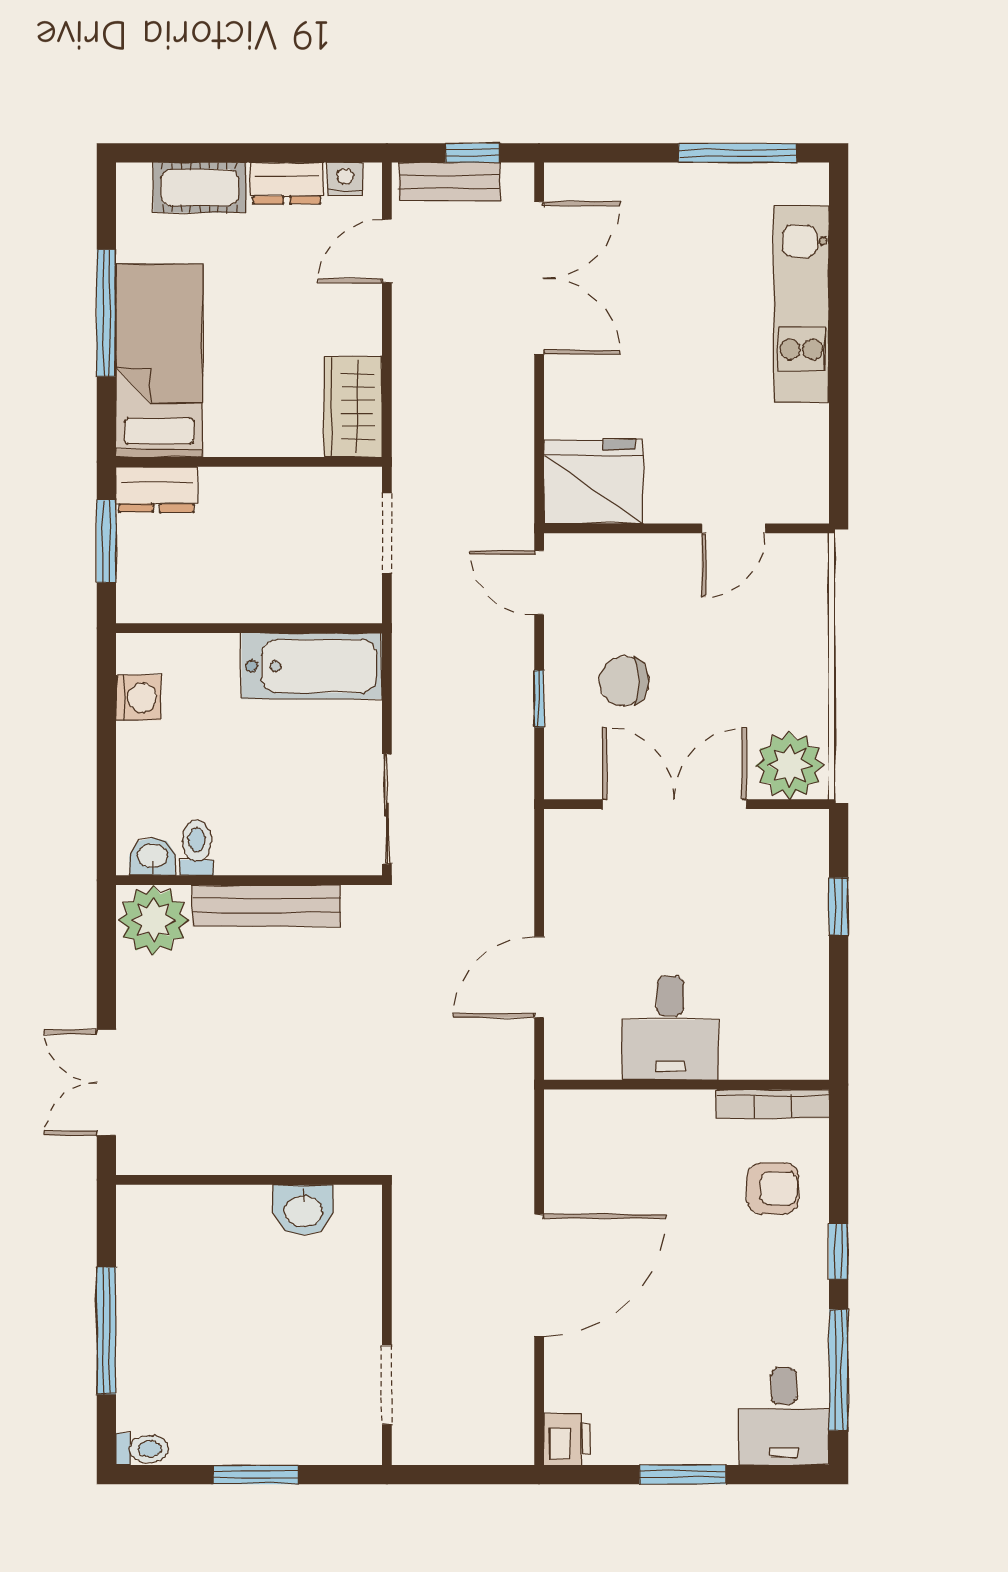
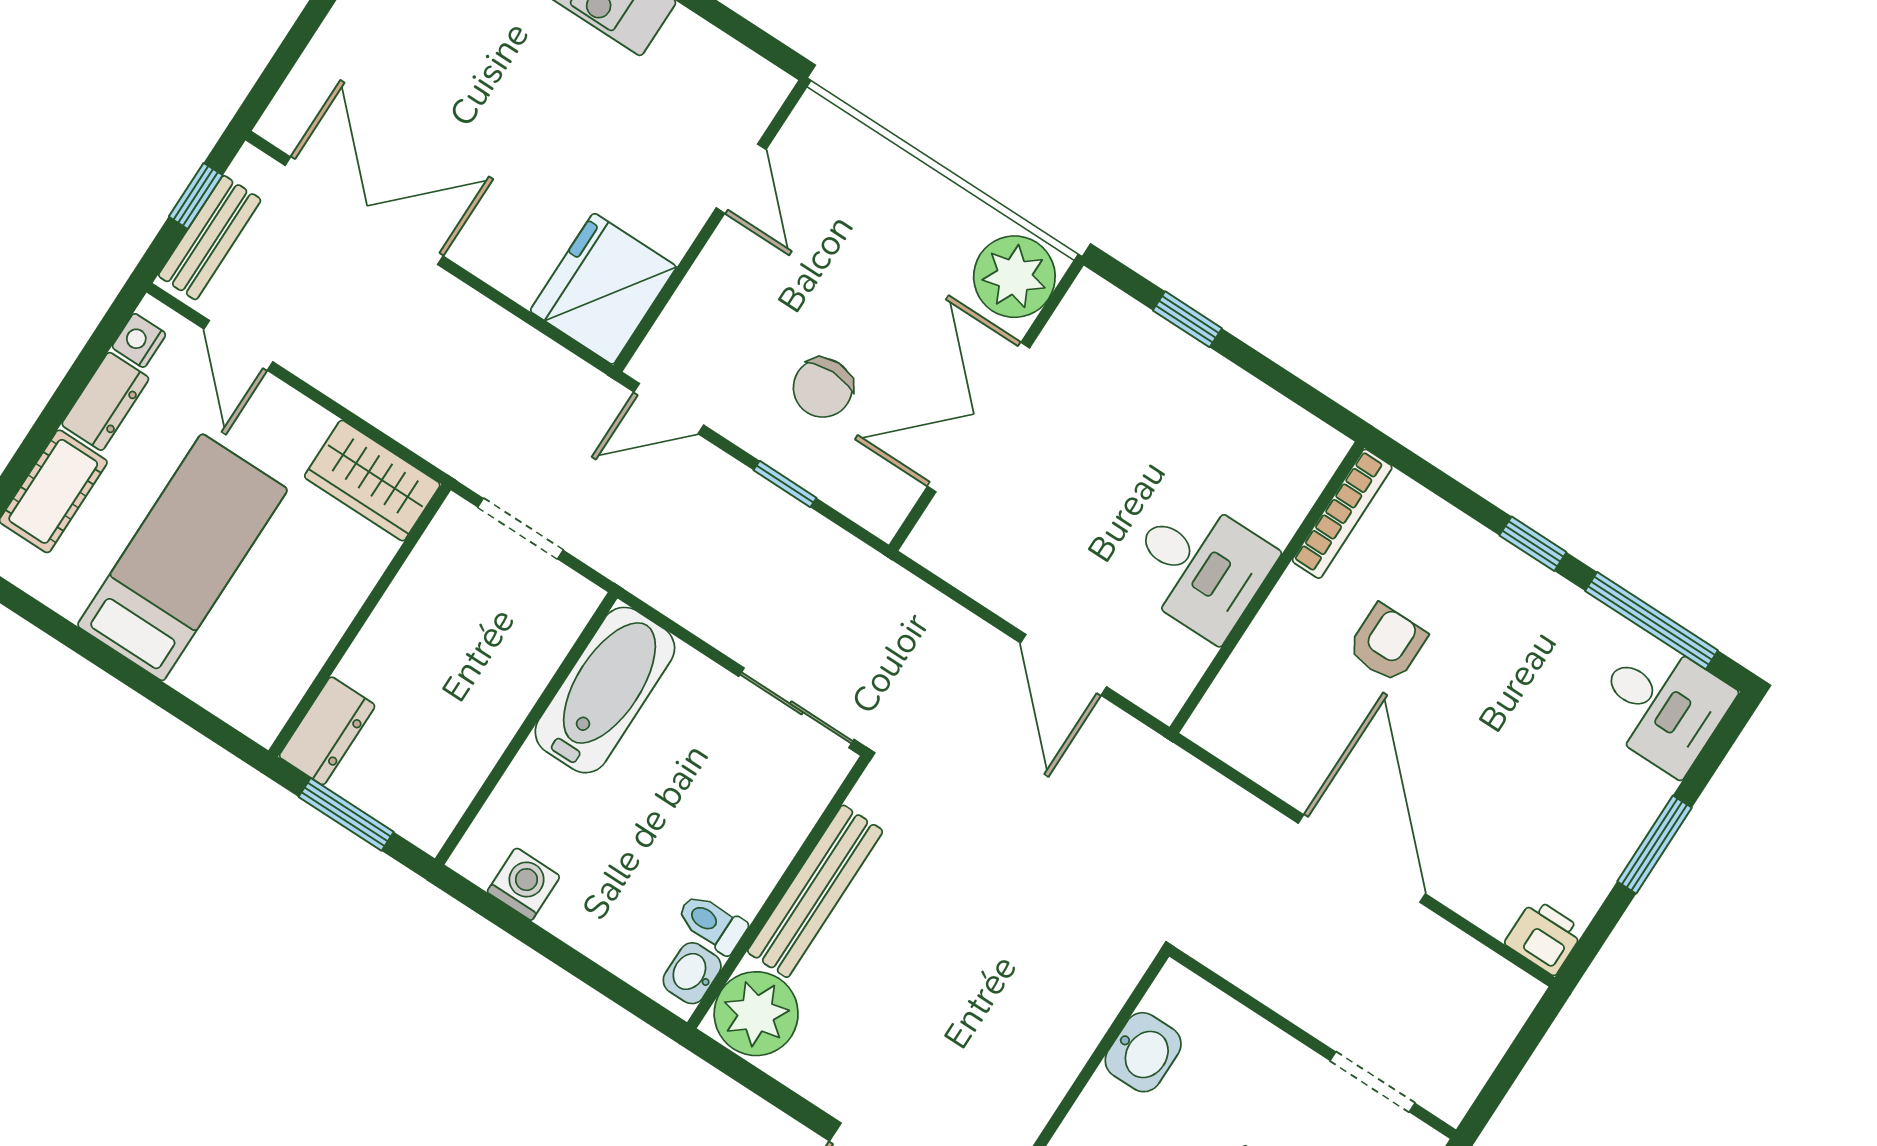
window: (106, 313) -> (118, 666), removed
bed: (159, 361) -> (182, 557), moved, turned 90
armchair: (773, 1188) -> (1387, 643), moved

